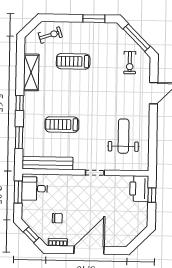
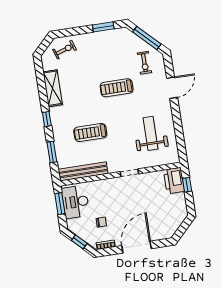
treadmill: (73, 61) -> (117, 88), moved
desk: (35, 189) -> (75, 202), width x1.37

